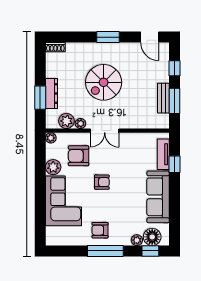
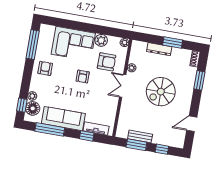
window: (108, 37) -> (199, 80), moved
door: (150, 37) -> (192, 124), moved
spiral stairs: (104, 82) -> (161, 92), turned -90
window: (40, 98) -> (173, 42), moved
plant: (66, 121) -> (136, 57), removed
armchair: (79, 156) -> (107, 62), turned 90
window: (174, 211) -> (50, 129), added
window: (105, 251) -> (33, 45), moved

